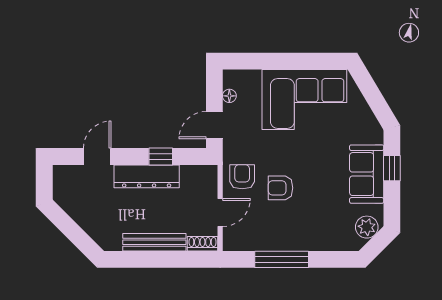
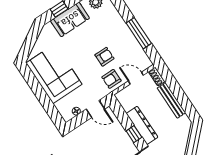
window: (161, 156) -> (134, 134), moved
armchair: (281, 188) -> (104, 57), turned -90

